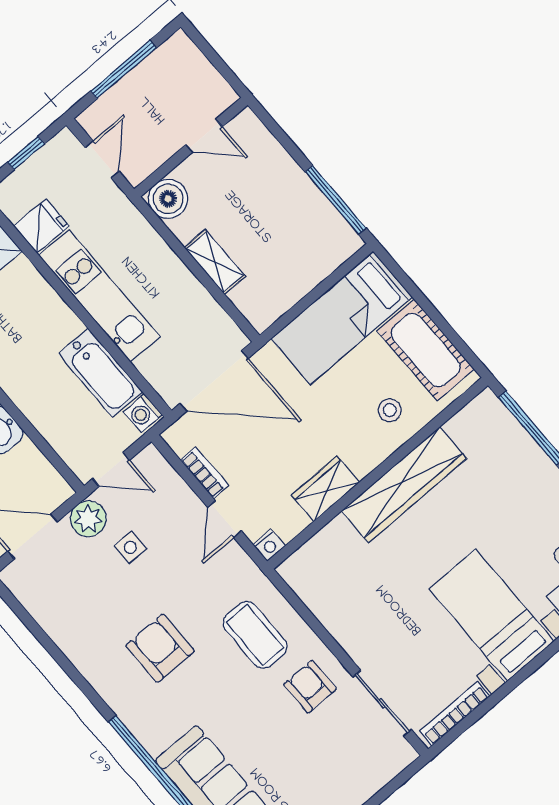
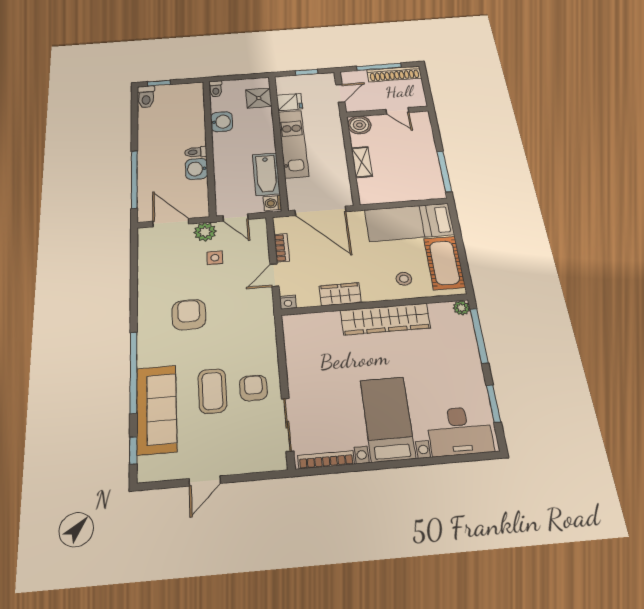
shoe rack: (155, 68) -> (394, 74), added
plant: (487, 403) -> (461, 308), added
coffee table: (255, 635) -> (212, 391), moved

